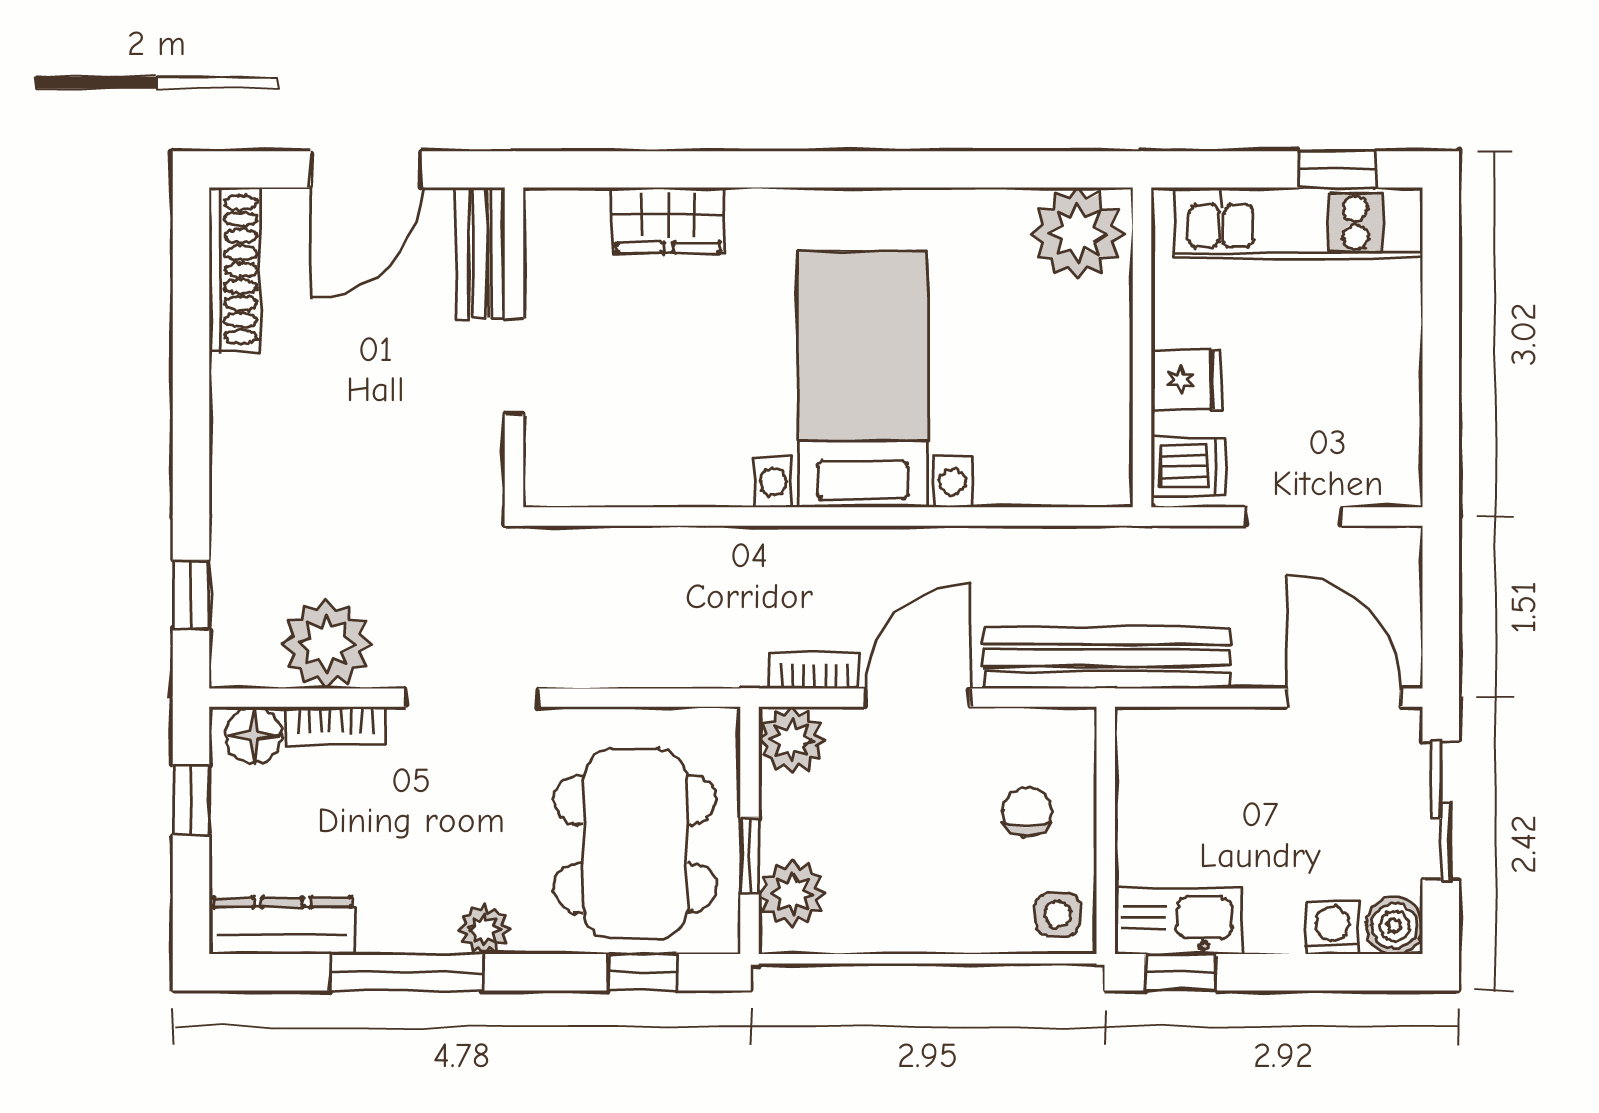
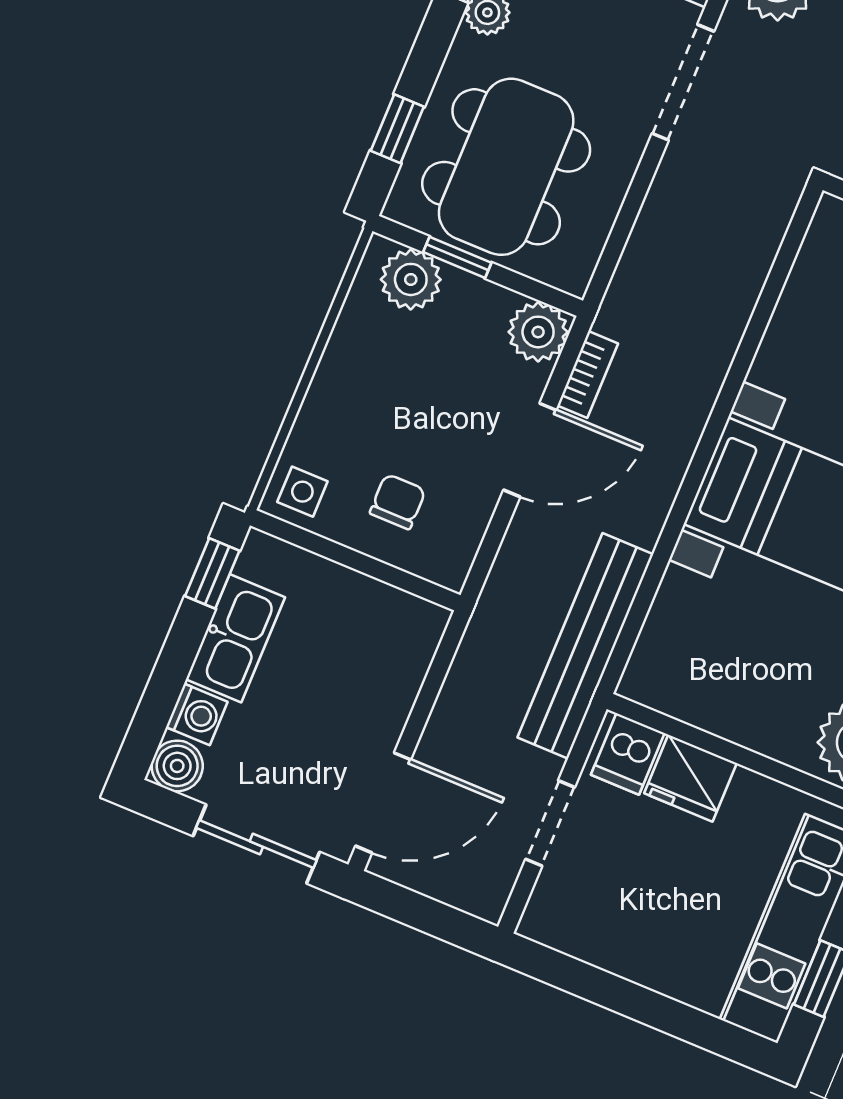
fridge: (1187, 380) -> (690, 778), width x1.38
bench: (1107, 658) -> (585, 646), moved
door: (917, 698) -> (530, 450), hinge flipped
chair: (1027, 812) -> (398, 502), turned -90
dining table: (635, 844) -> (506, 167), turned 90
kitchen sink: (1179, 921) -> (235, 638), moved

